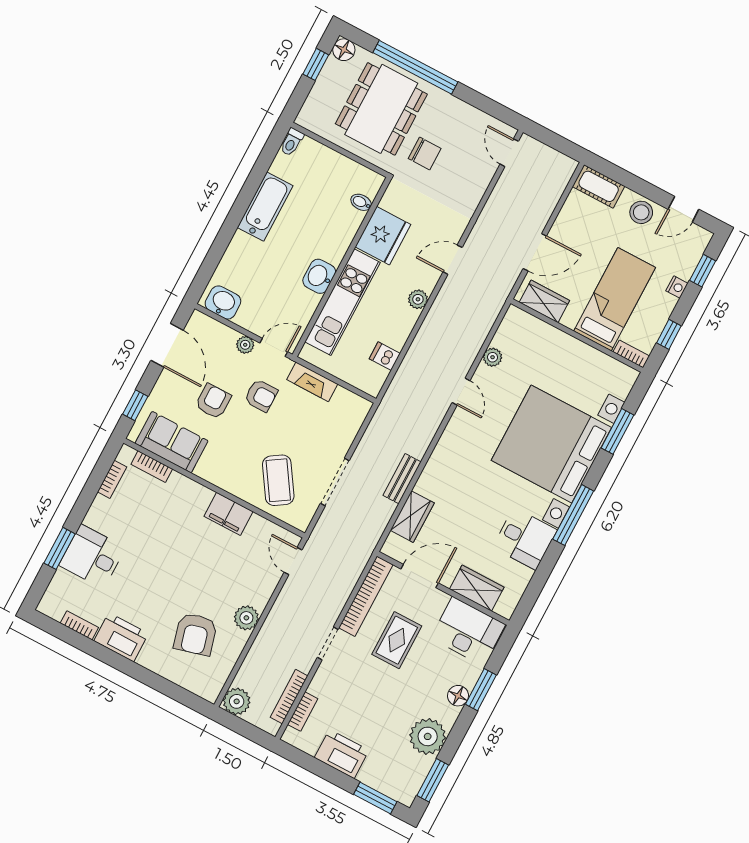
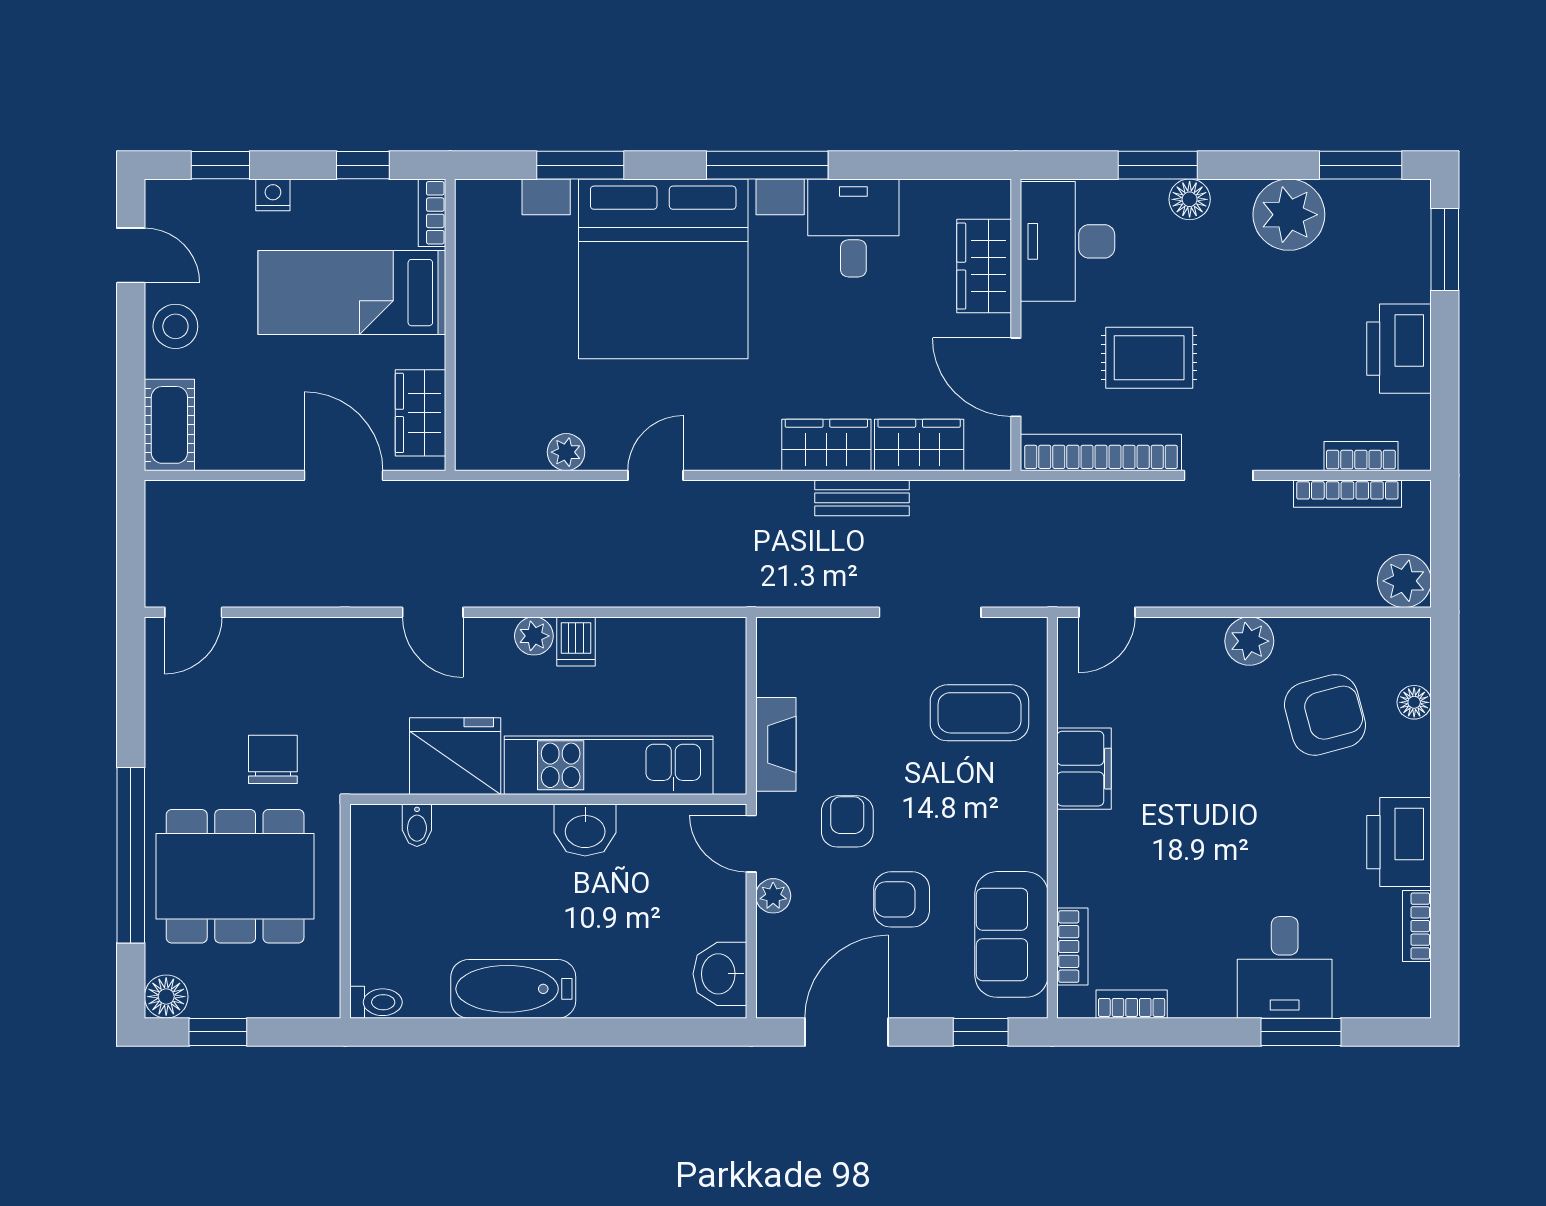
dishwasher: (385, 356) -> (576, 641), moved
wardrobe: (434, 475) -> (826, 445), added
coffee table: (278, 480) -> (979, 713), turned 33
floor lamp: (180, 677) -> (1414, 702), added

